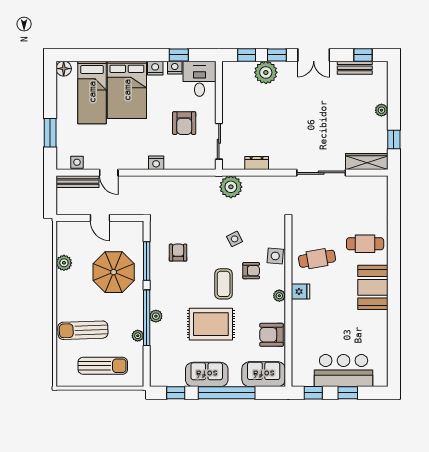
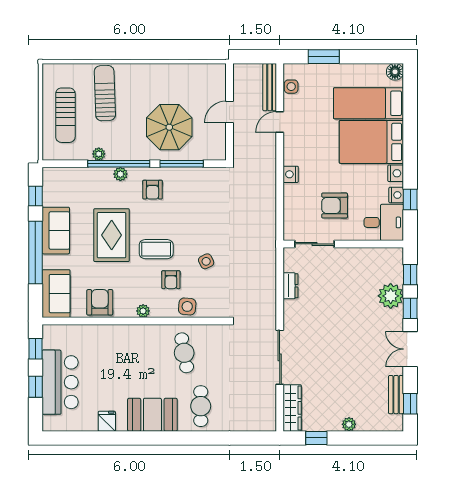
plant: (231, 187) -> (264, 257), removed
armchair: (178, 253) -> (153, 190), moved, turned 90
plant: (64, 263) -> (180, 72), removed
fridge: (300, 292) -> (107, 421), moved, turned 180

